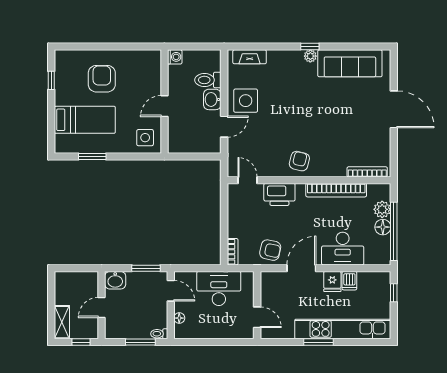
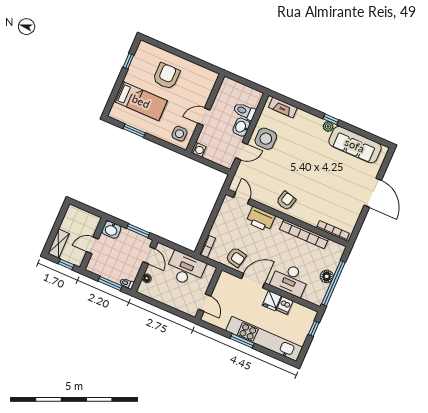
washing machine: (175, 57) -> (199, 150), moved
plant: (382, 209) -> (332, 263), removed

